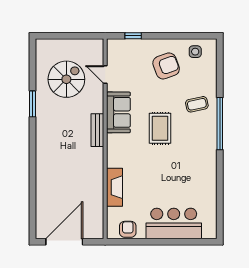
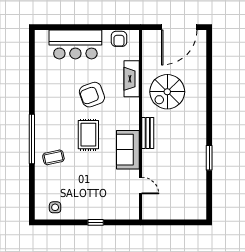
window: (133, 36) -> (96, 222), moved
armchair: (166, 66) -> (92, 95), moved
spiral stairs: (66, 79) -> (167, 92), moved

